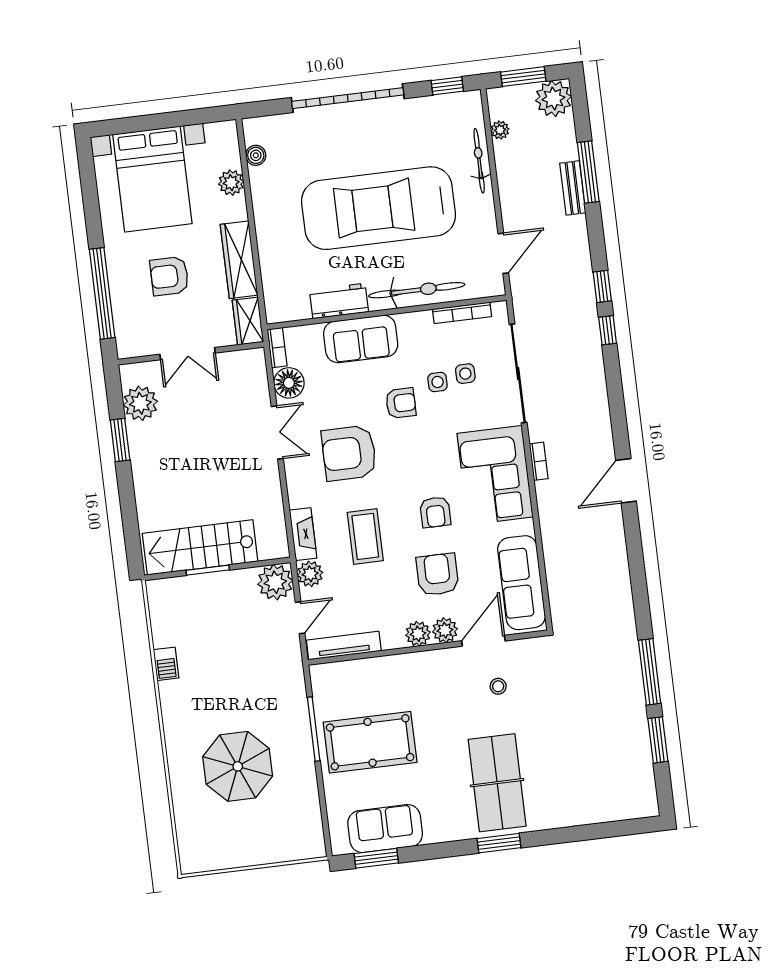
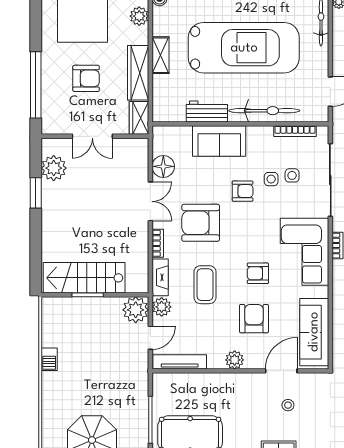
car: (378, 208) -> (244, 48), turned 180
shelving: (267, 232) -> (160, 55), added
armchair: (169, 276) -> (86, 78), turned 180
bookcase: (277, 348) -> (158, 243), moved
armchair: (435, 512) -> (258, 273), turned 90
plant: (445, 630) -> (254, 360), removed

